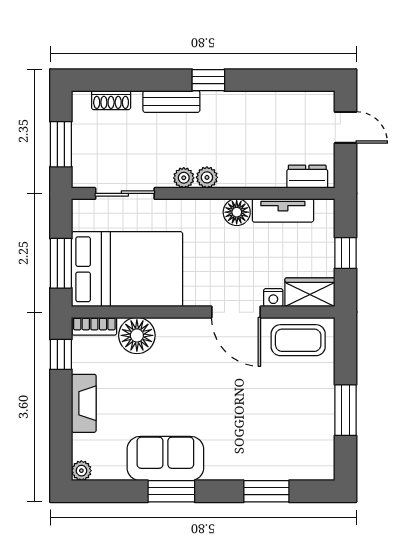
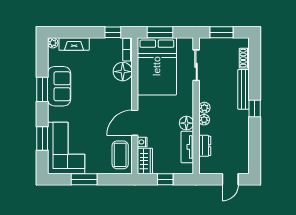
bench: (171, 101) -> (244, 89), width x1.36
dresser: (307, 177) -> (205, 146), moved
plant: (184, 178) -> (204, 120), moved
fireplace: (84, 403) -> (74, 44), moved
corner sofa: (285, 445) -> (66, 148), added

